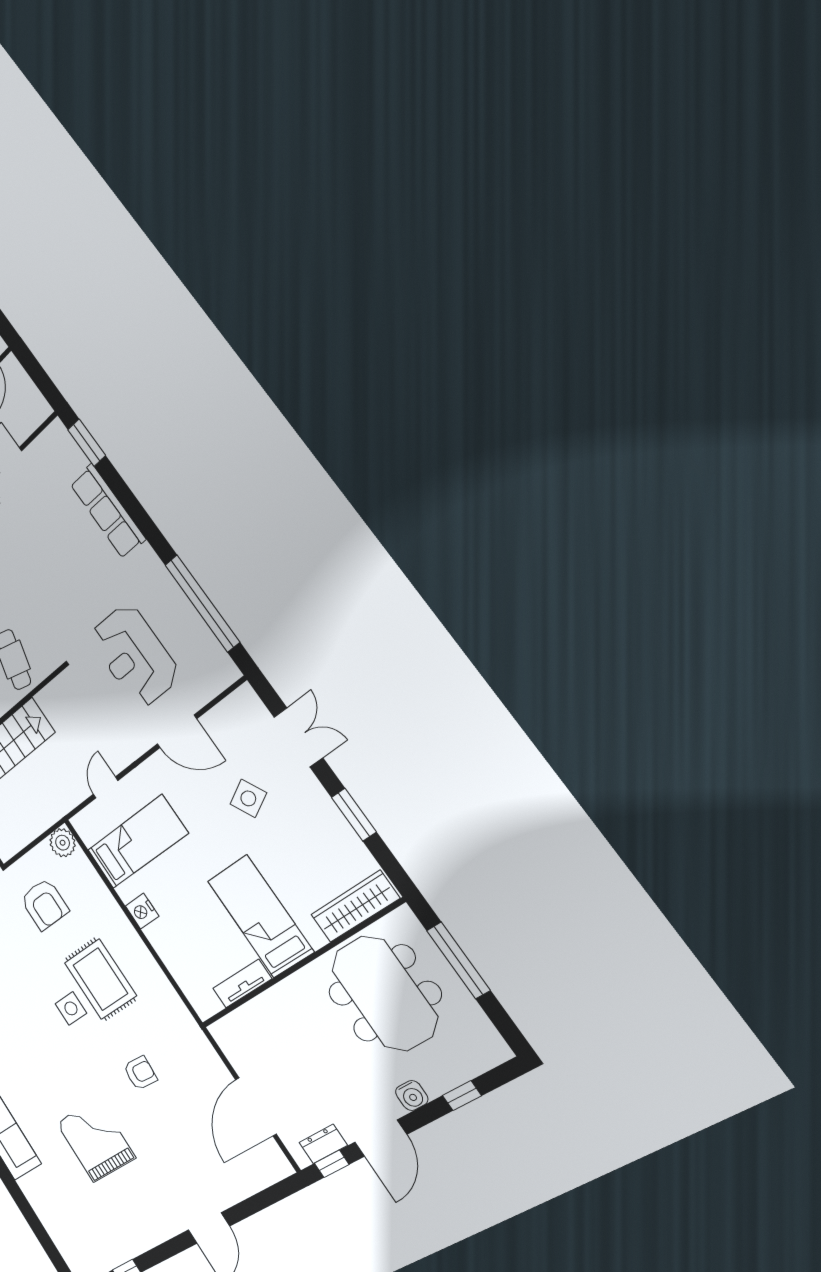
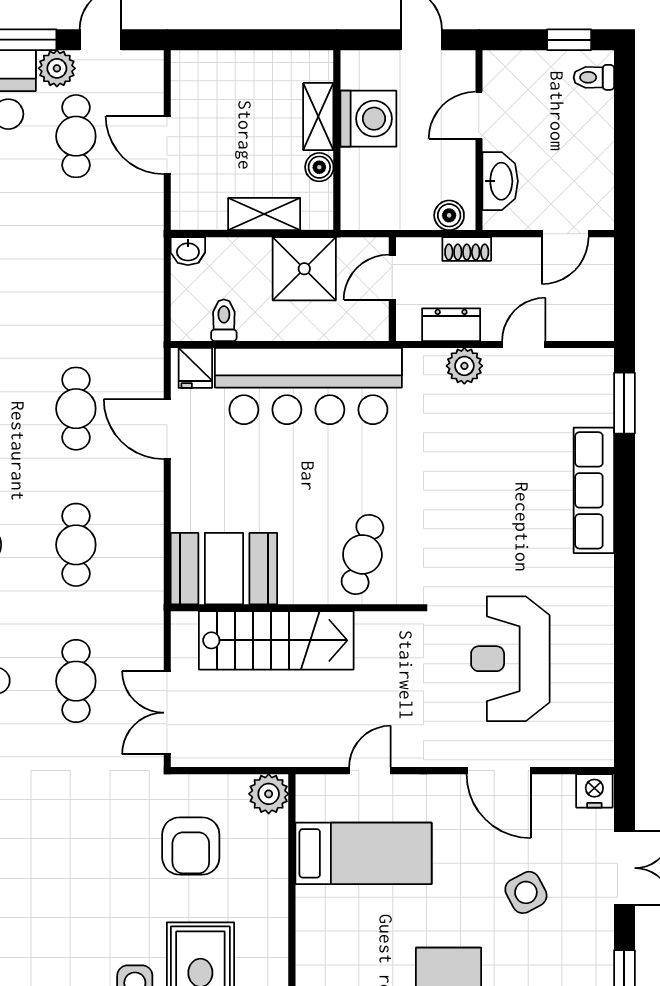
window: (202, 603) -> (624, 663), removed
nightstand: (142, 911) -> (594, 791), moved, turned 90

